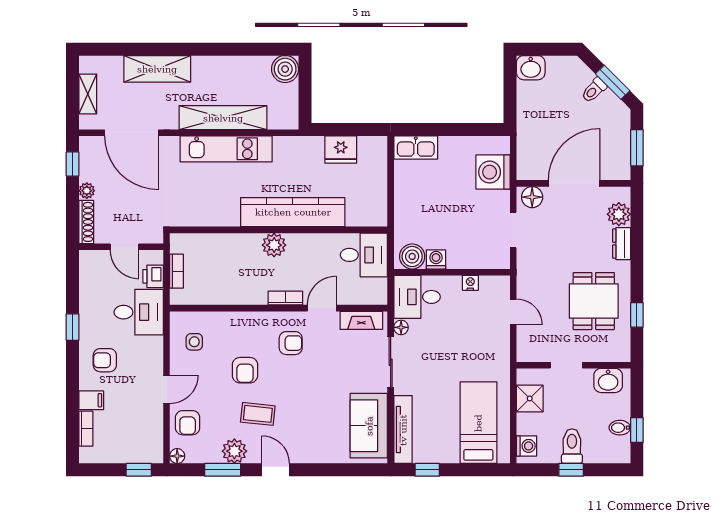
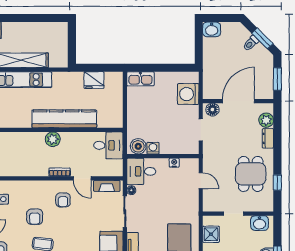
boiler: (285, 69) -> (60, 30), removed
door: (322, 308) -> (82, 178), swing flipped
armchair: (291, 343) -> (63, 200), turned 90

